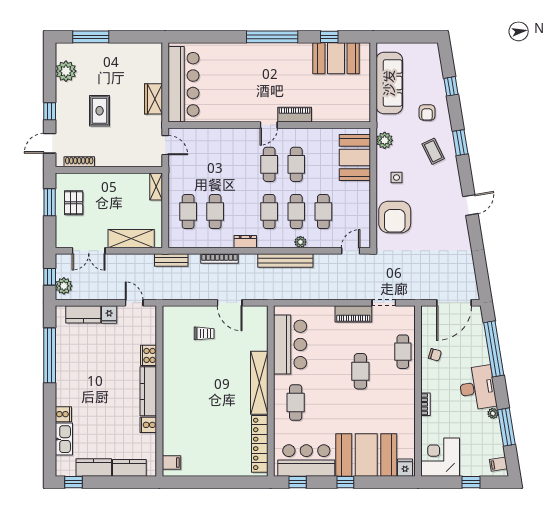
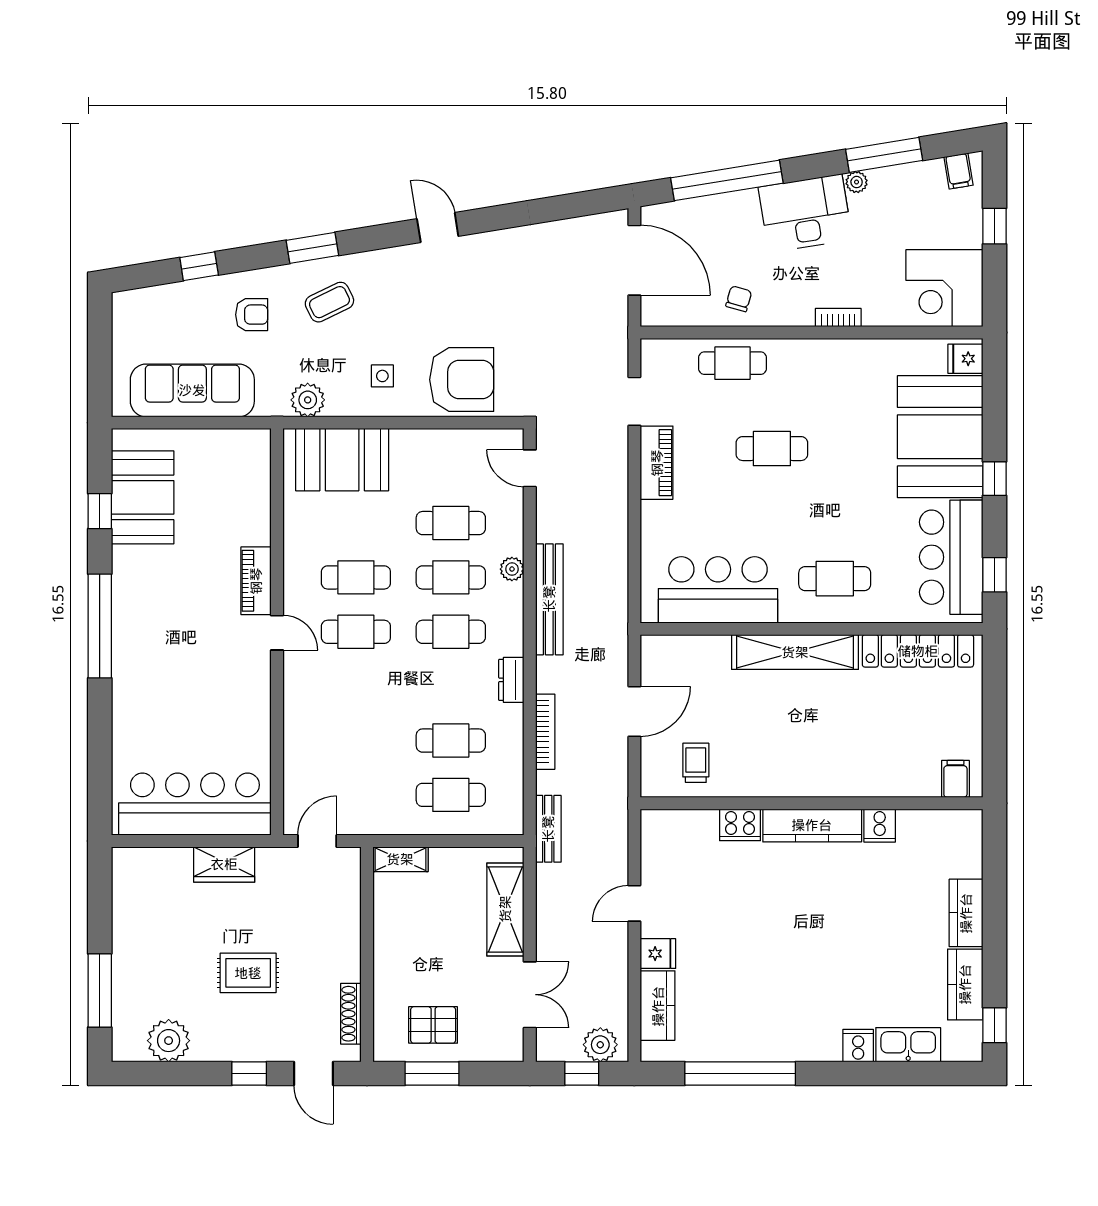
cooker: (149, 355) -> (740, 825), moved
kitchen counter: (148, 391) -> (812, 825), moved
wall: (159, 391) -> (812, 803), moved
cooker: (148, 425) -> (880, 826), moved
filing cabinet: (171, 463) -> (955, 779), moved

